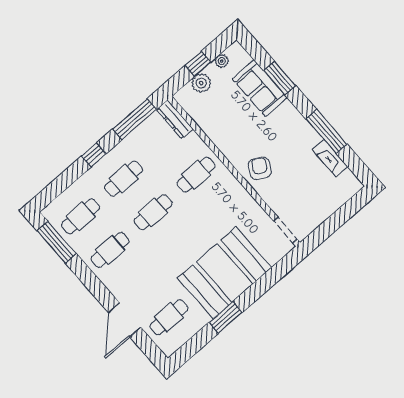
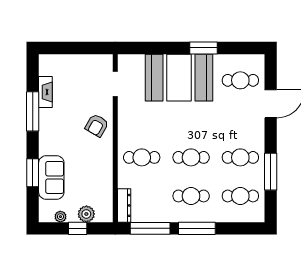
window: (94, 155) -> (197, 228), width x2.17
doorway: (285, 230) -> (115, 84), moved
window: (57, 242) -> (271, 172), moved

